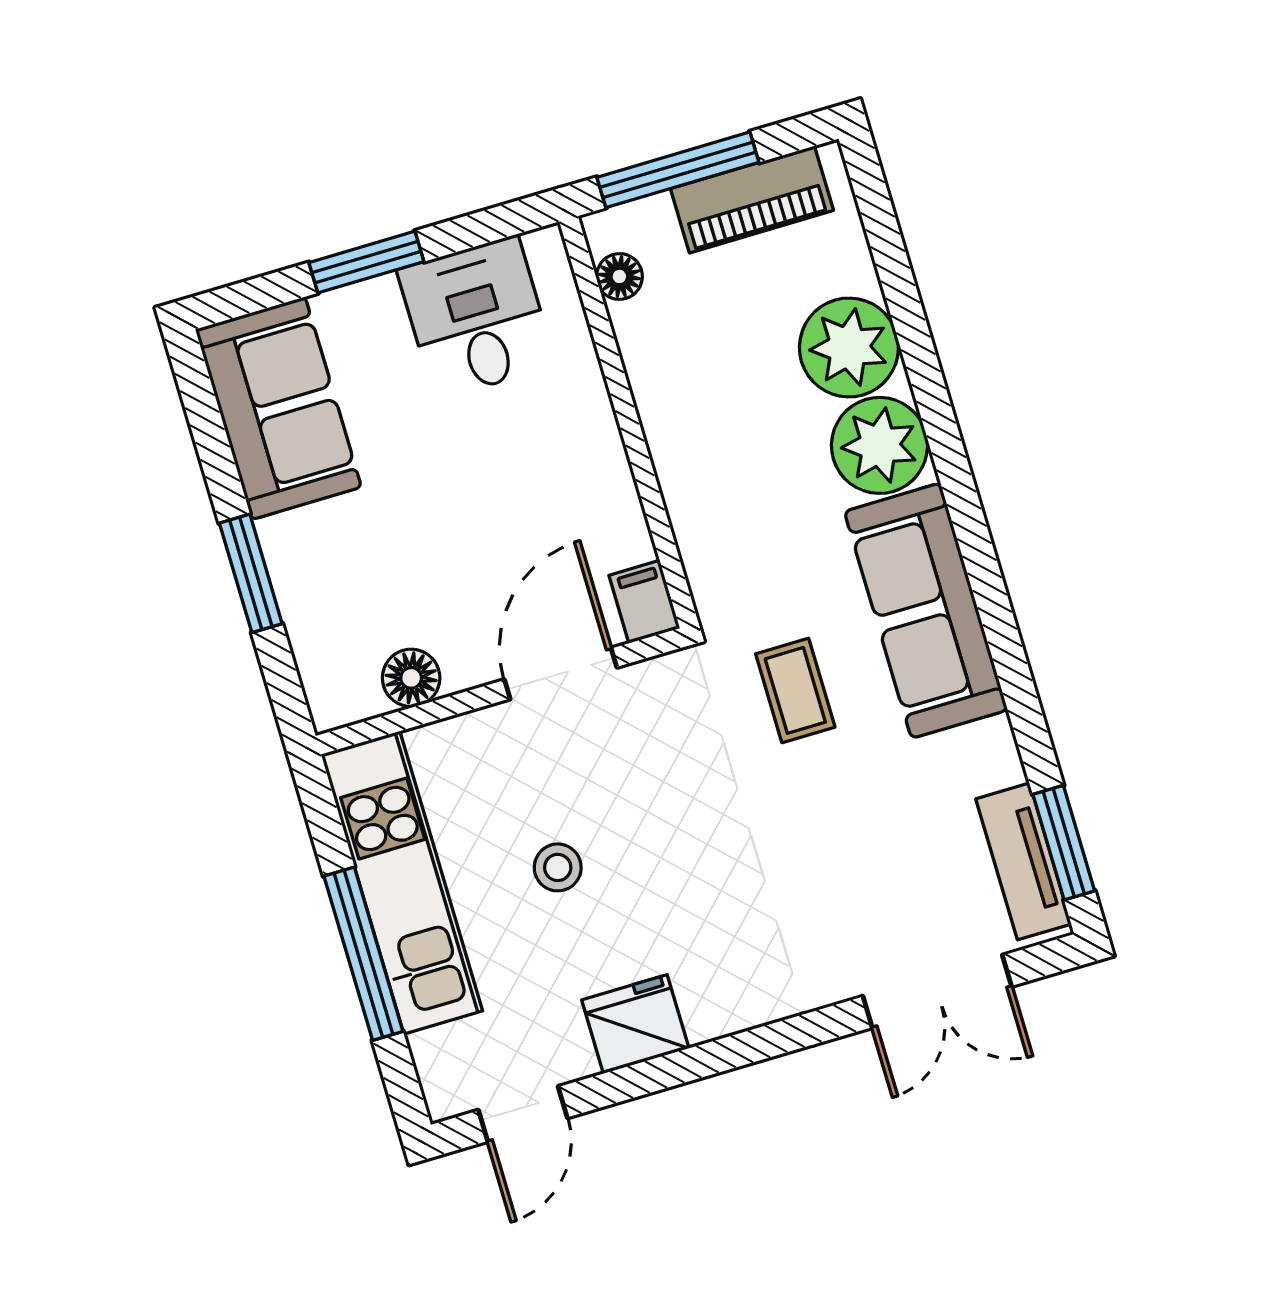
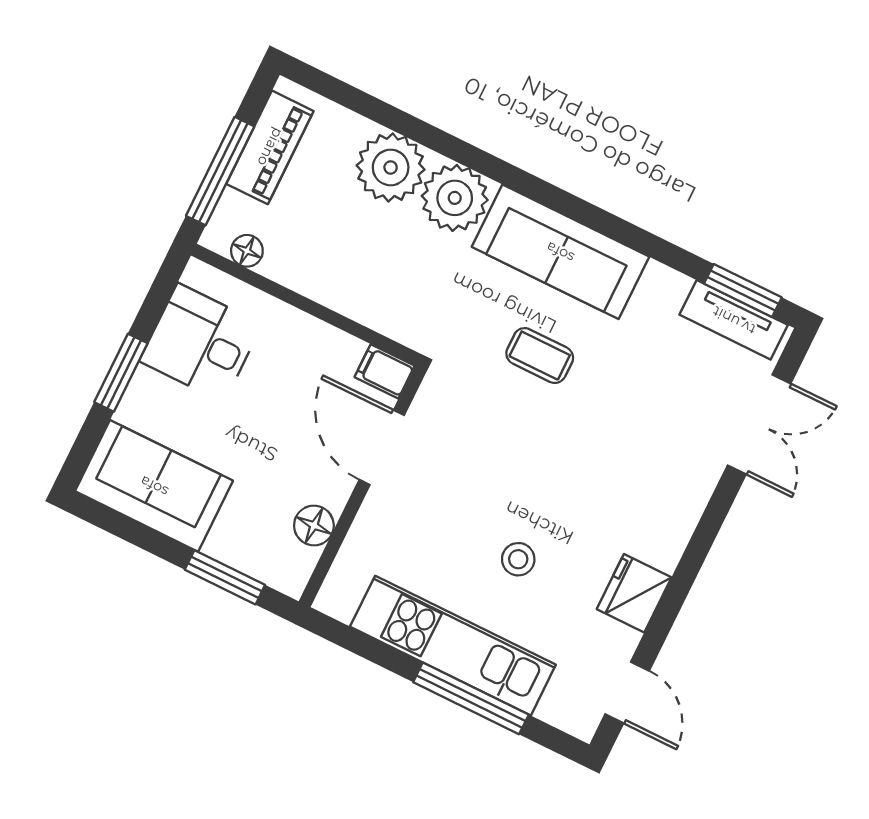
filing cabinet: (644, 602) -> (385, 371), moved
door: (561, 673) -> (382, 447), moved
floor lamp: (411, 678) -> (314, 526), moved
wall: (500, 691) -> (363, 486), moved

